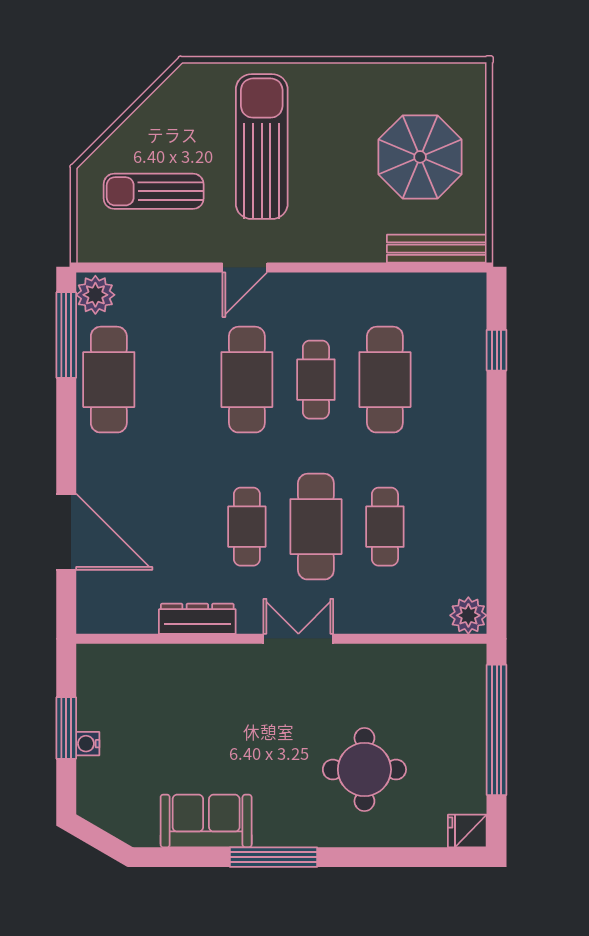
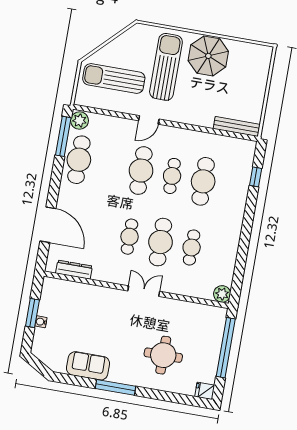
parasol: (420, 157) -> (208, 56), moved
sun lounger: (154, 191) -> (114, 79), width x1.36, depth x1.34
dresser: (197, 619) -> (74, 270), moved

